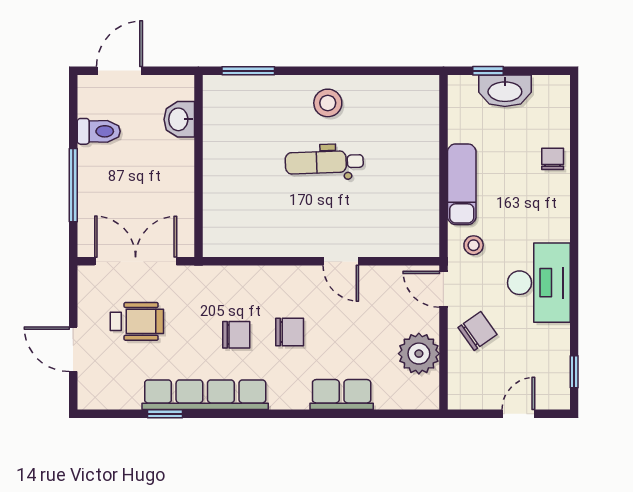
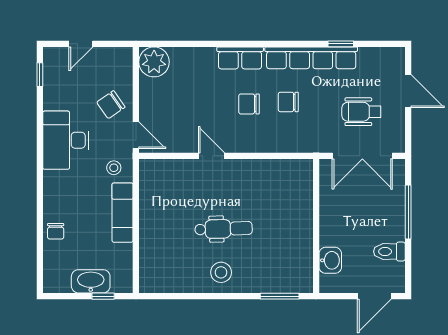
plant: (419, 354) -> (154, 62), moved
row of seats: (342, 395) -> (240, 58), moved

